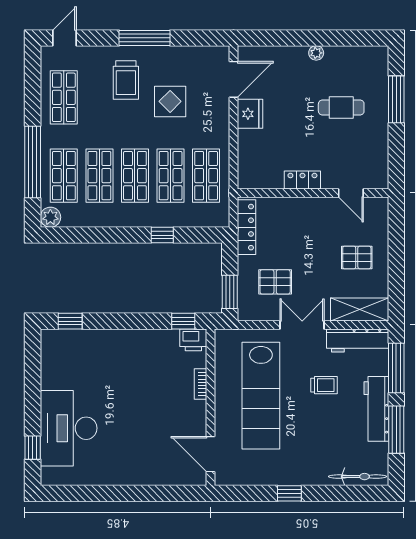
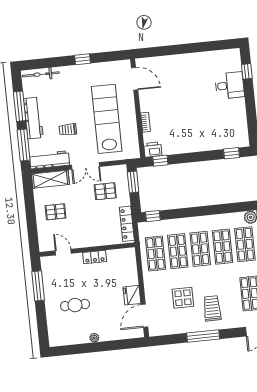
window: (396, 99) -> (38, 286), moved
window: (162, 235) -> (153, 216), moved
desk: (69, 428) -> (230, 85), width x0.53, depth x0.77

